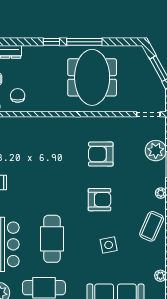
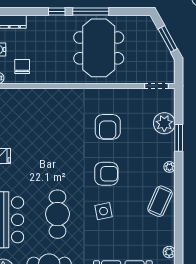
armchair: (101, 154) -> (108, 127), turned -90
side table: (109, 245) -> (104, 211), moved

